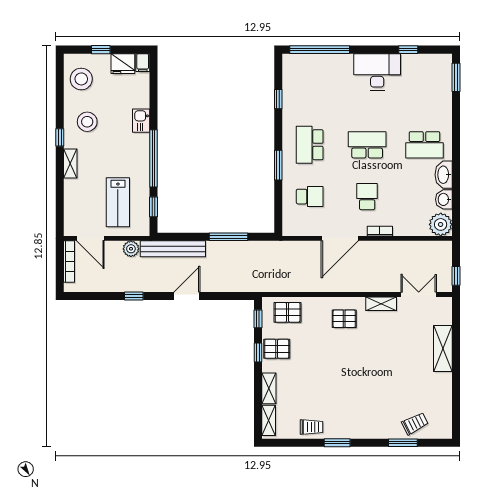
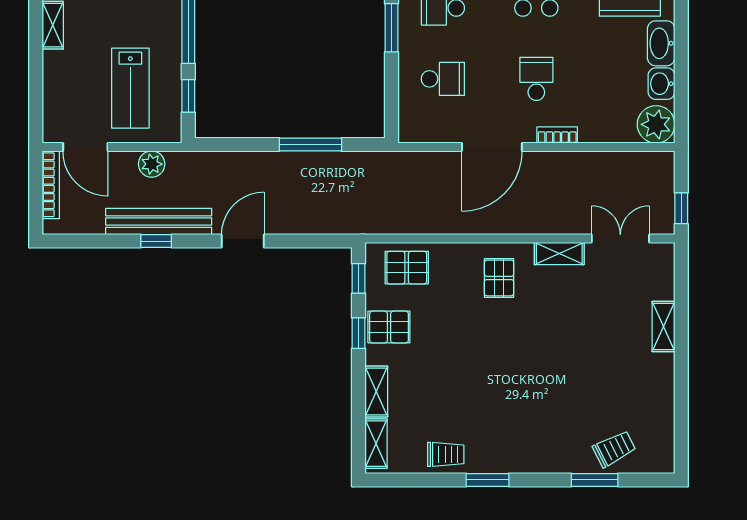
bench: (173, 249) -> (159, 222), moved
pallet: (344, 319) -> (499, 278), turned 90
shelving: (443, 348) -> (664, 327), width x0.67, depth x0.75

